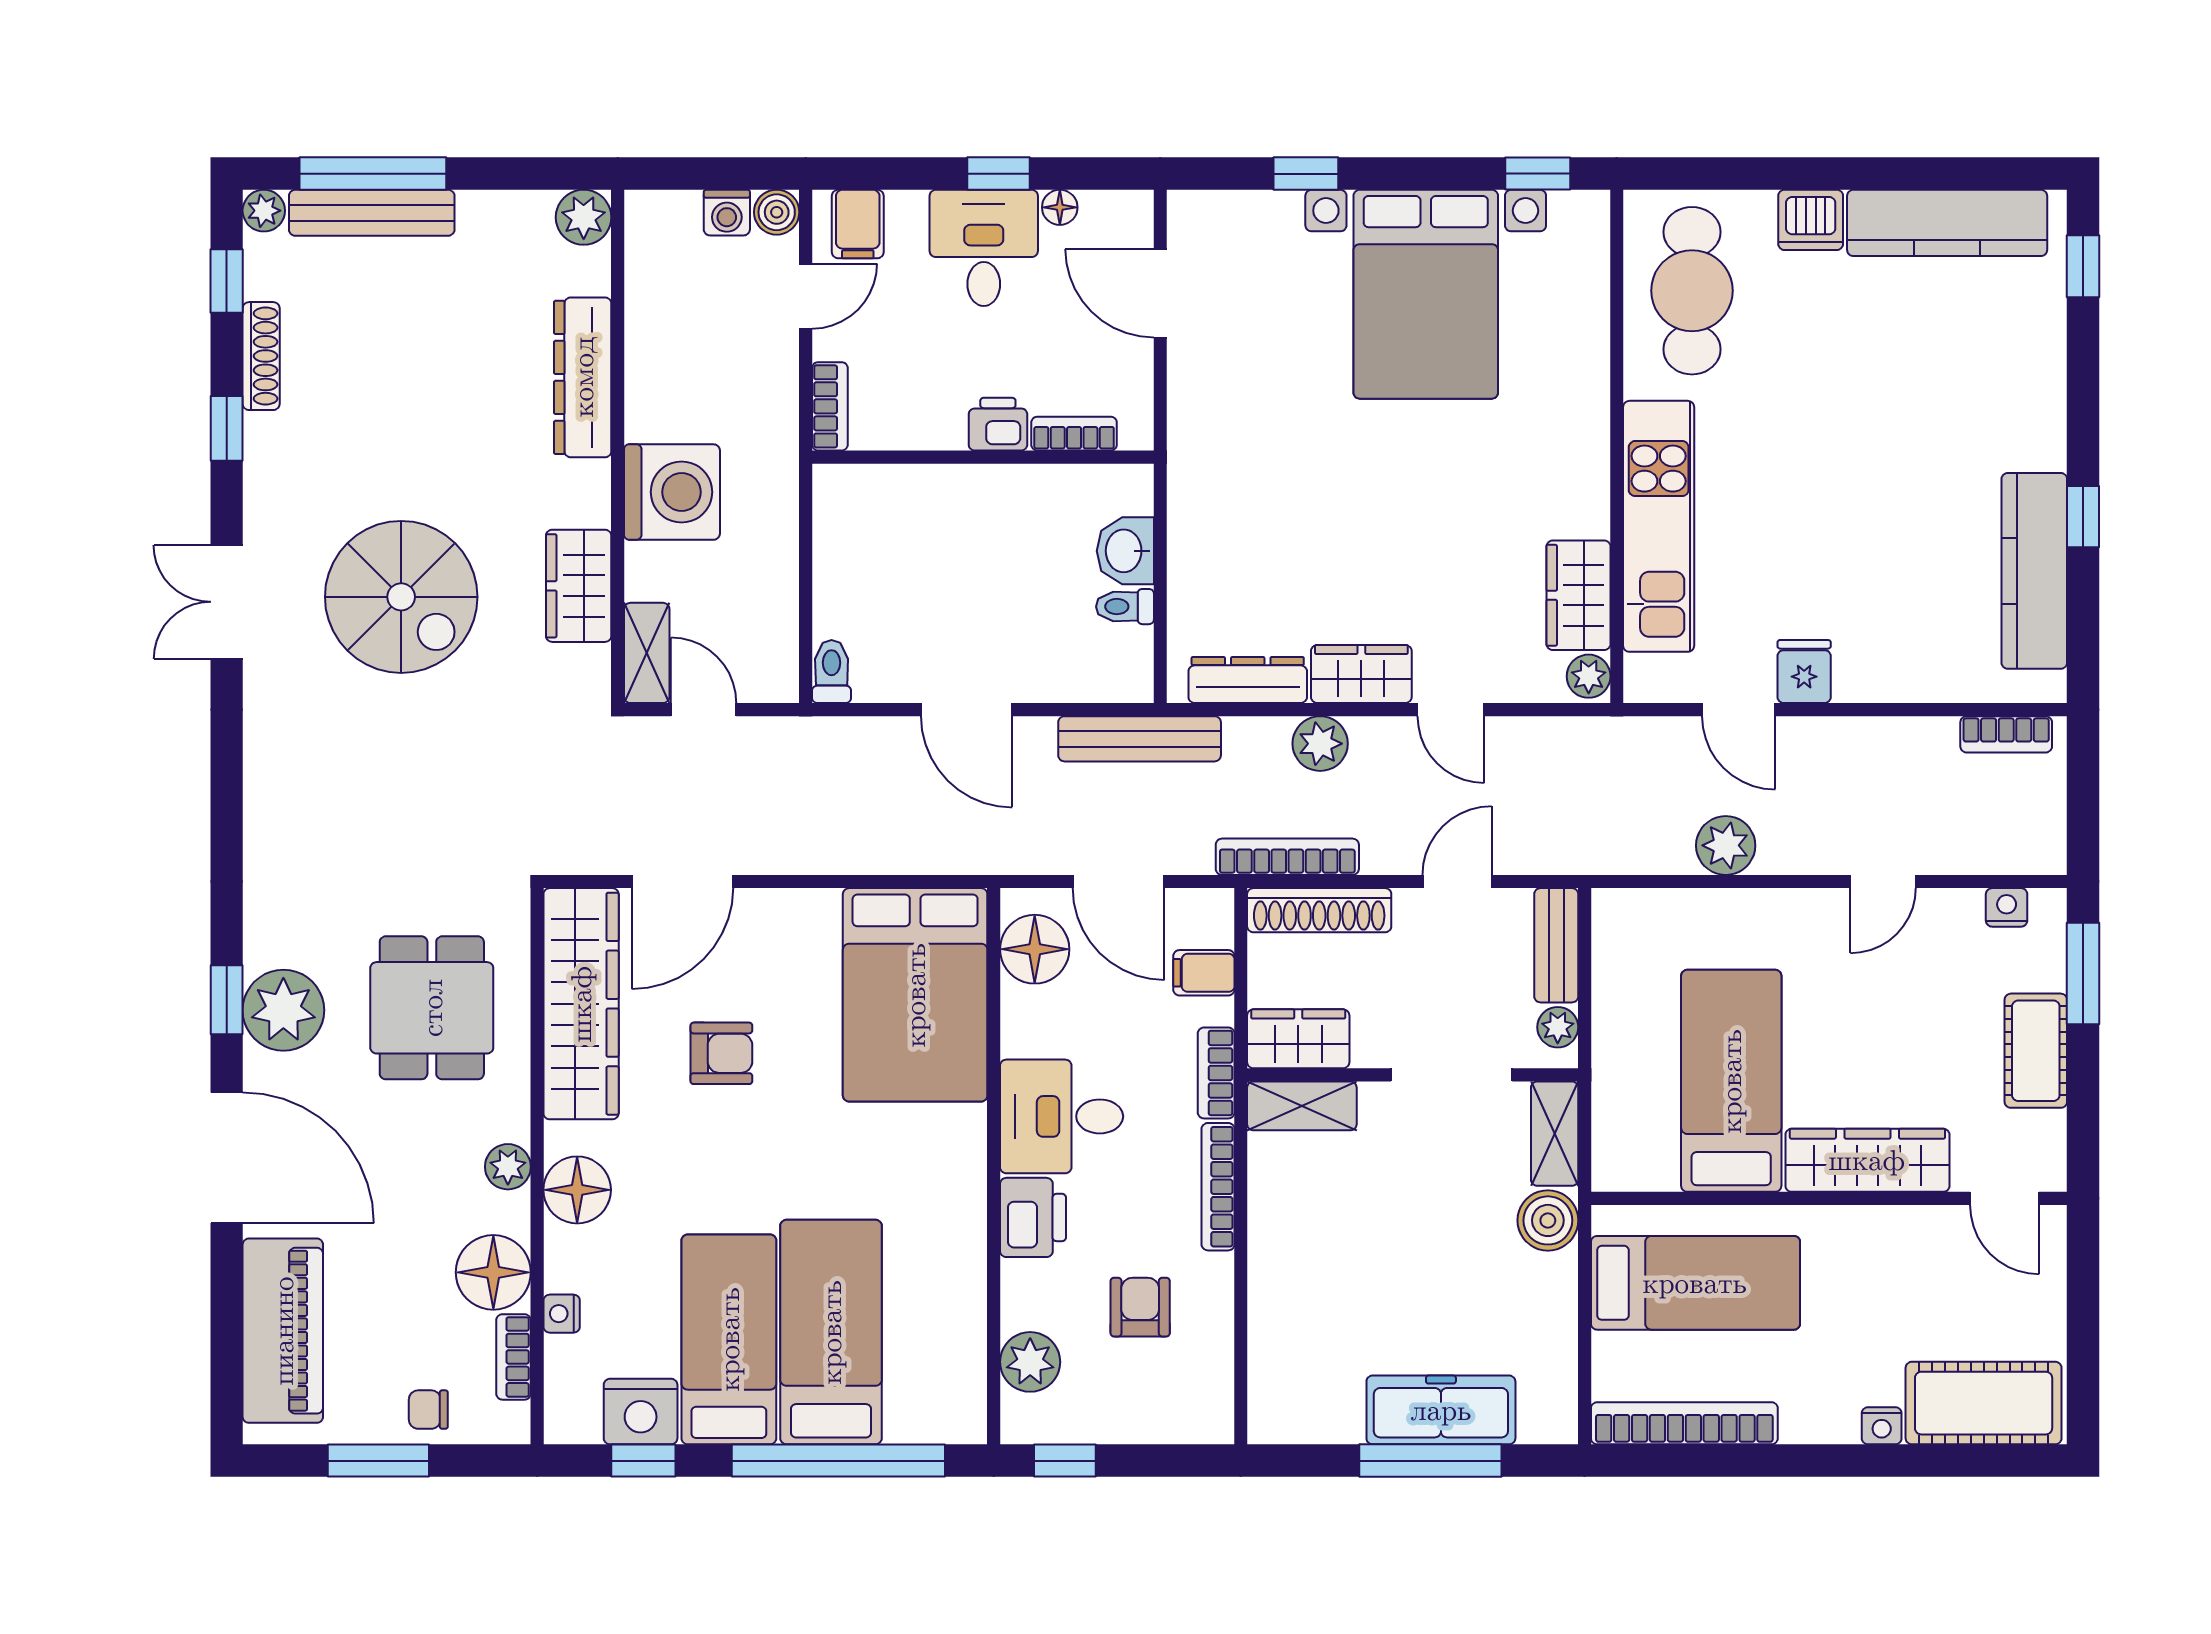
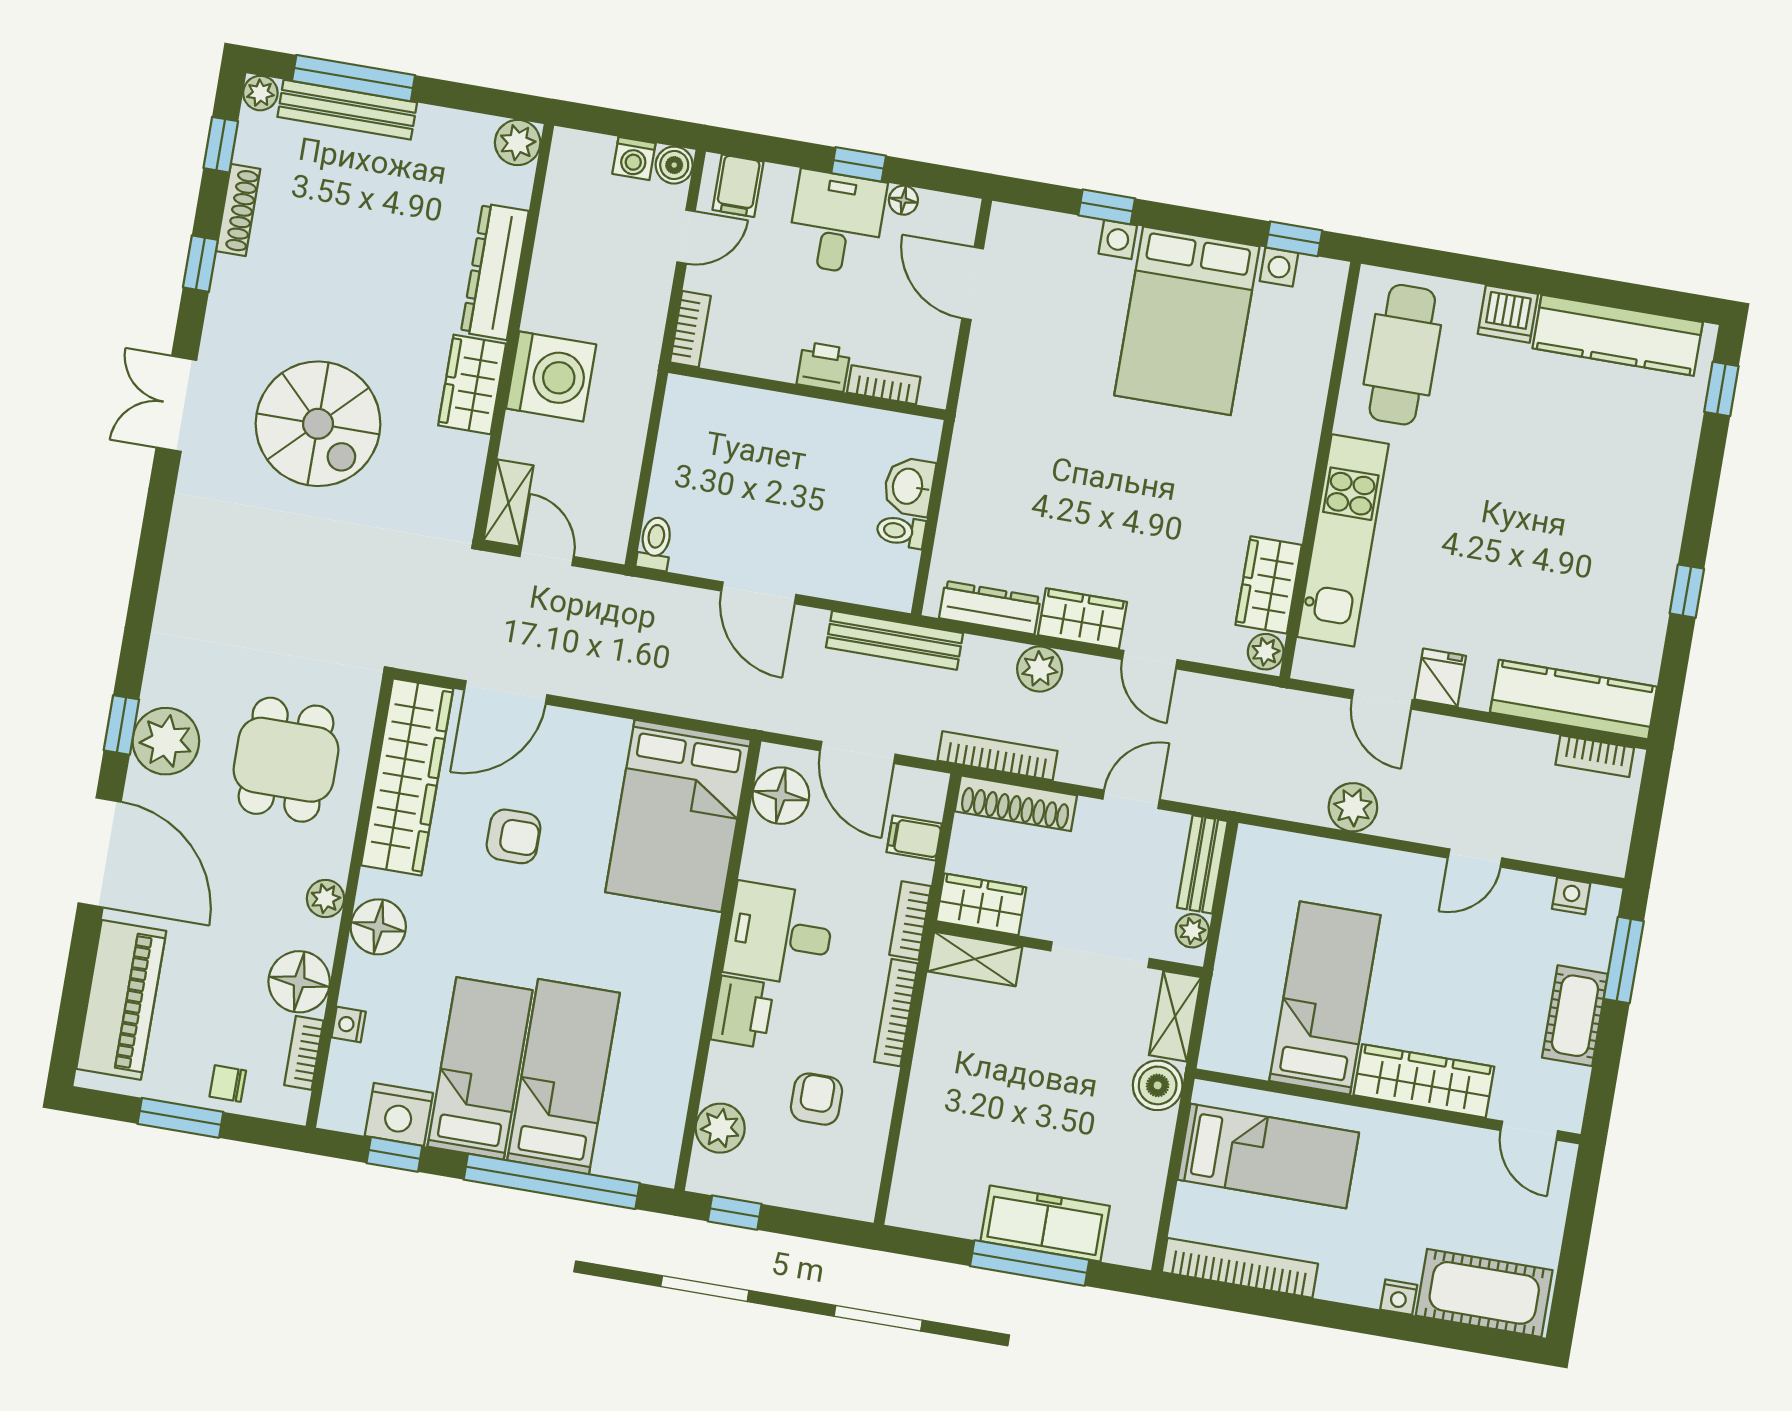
kitchen counter: (2034, 571) -> (1573, 700), moved, turned 90
wardrobe: (579, 586) -> (472, 384), moved

